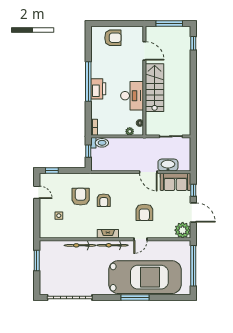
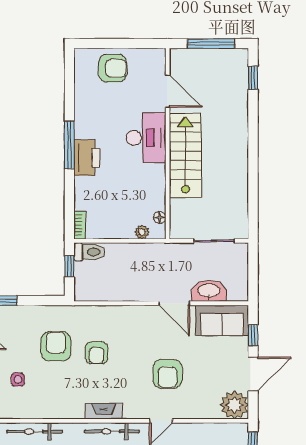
window: (88, 82) -> (69, 145), width x0.68
desk: (132, 96) -> (146, 138), moved
door: (193, 212) -> (253, 374), hinge flipped
bicycle: (80, 245) -> (35, 432), moved

